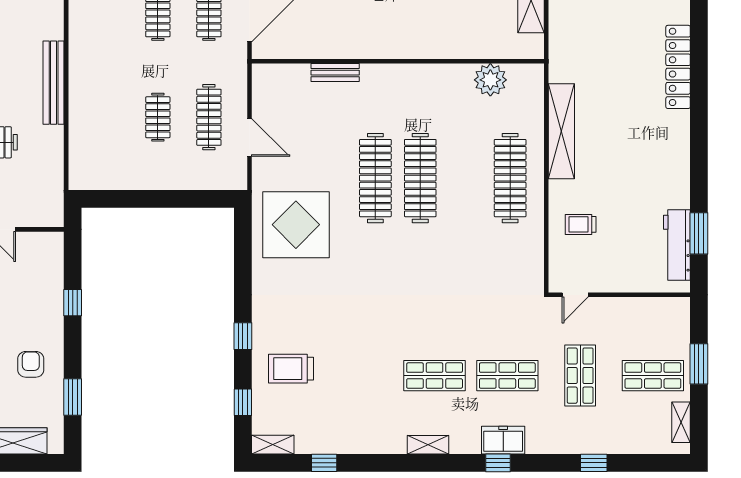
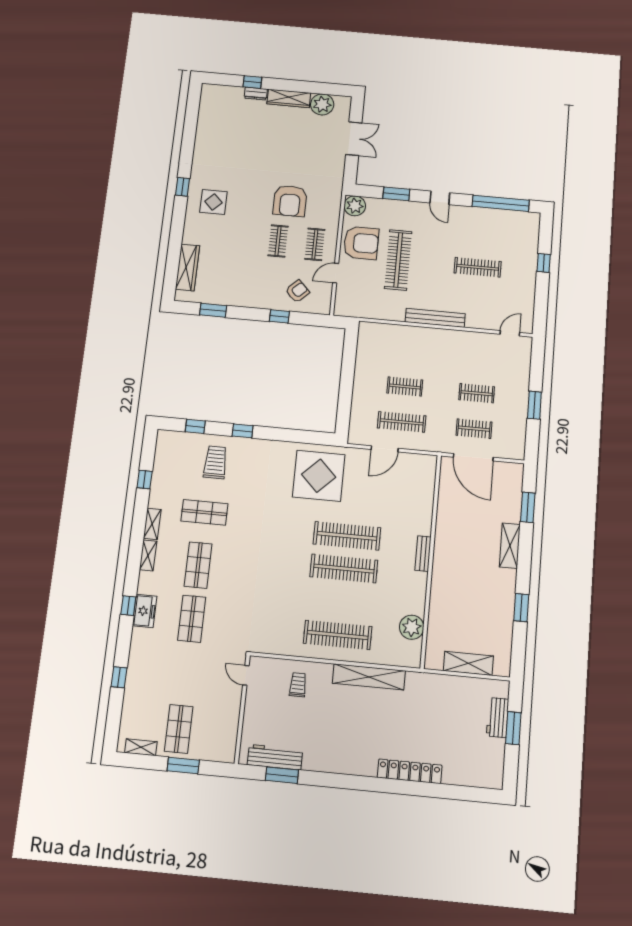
bench: (335, 73) -> (423, 554), moved
armchair: (31, 364) -> (297, 291), moved, turned -44
shop shelf: (580, 376) -> (204, 512), moved
shelving: (273, 445) -> (152, 524), moved

